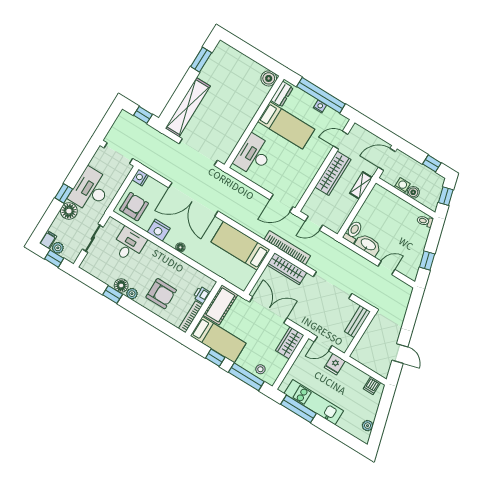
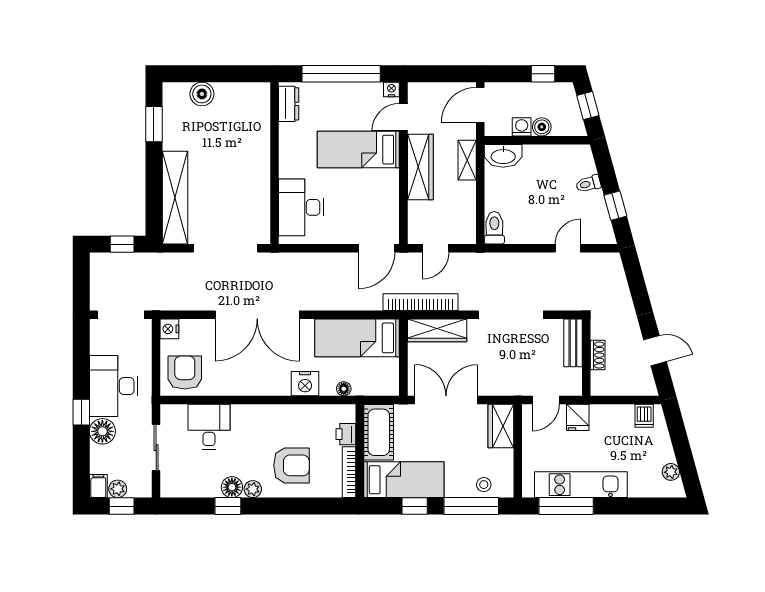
boiler: (269, 78) -> (202, 94), moved
nightstand: (320, 106) -> (391, 89), moved
bed: (286, 125) -> (358, 150), moved, turned 180
toilet: (425, 221) -> (588, 184), moved
nightstand: (159, 230) -> (305, 384), moved
washbasin: (368, 245) -> (503, 156), moved, turned 180
floor lamp: (180, 247) -> (344, 389), moved
shoe rack: (367, 337) -> (598, 355), added

